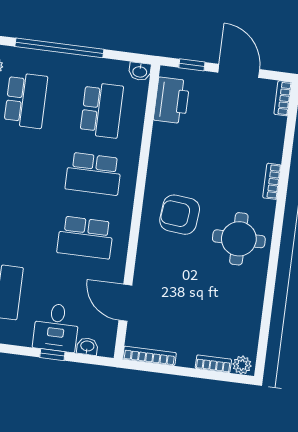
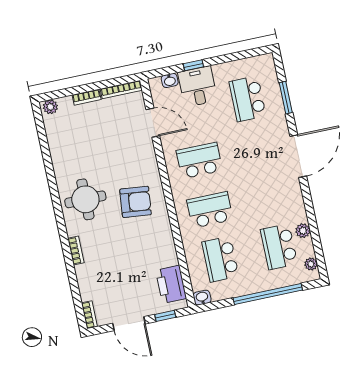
bookcase: (213, 364) -> (87, 97), moved

